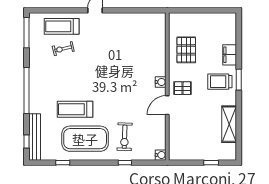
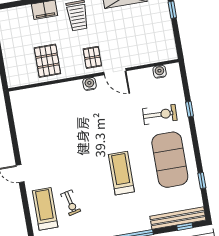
treadmill: (62, 26) -> (45, 209), turned 180
pallet: (186, 50) -> (47, 61), turned 90
treadmill: (75, 109) -> (121, 173), moved, turned 180
water cooler: (161, 155) -> (160, 72), moved

